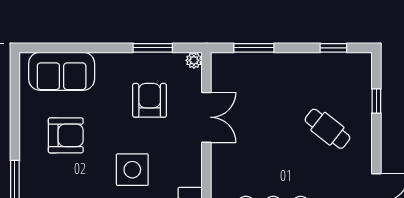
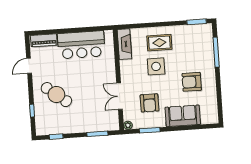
sofa: (62, 71) -> (183, 116), moved
cafe table: (327, 129) -> (56, 95), width x1.37, depth x1.35

